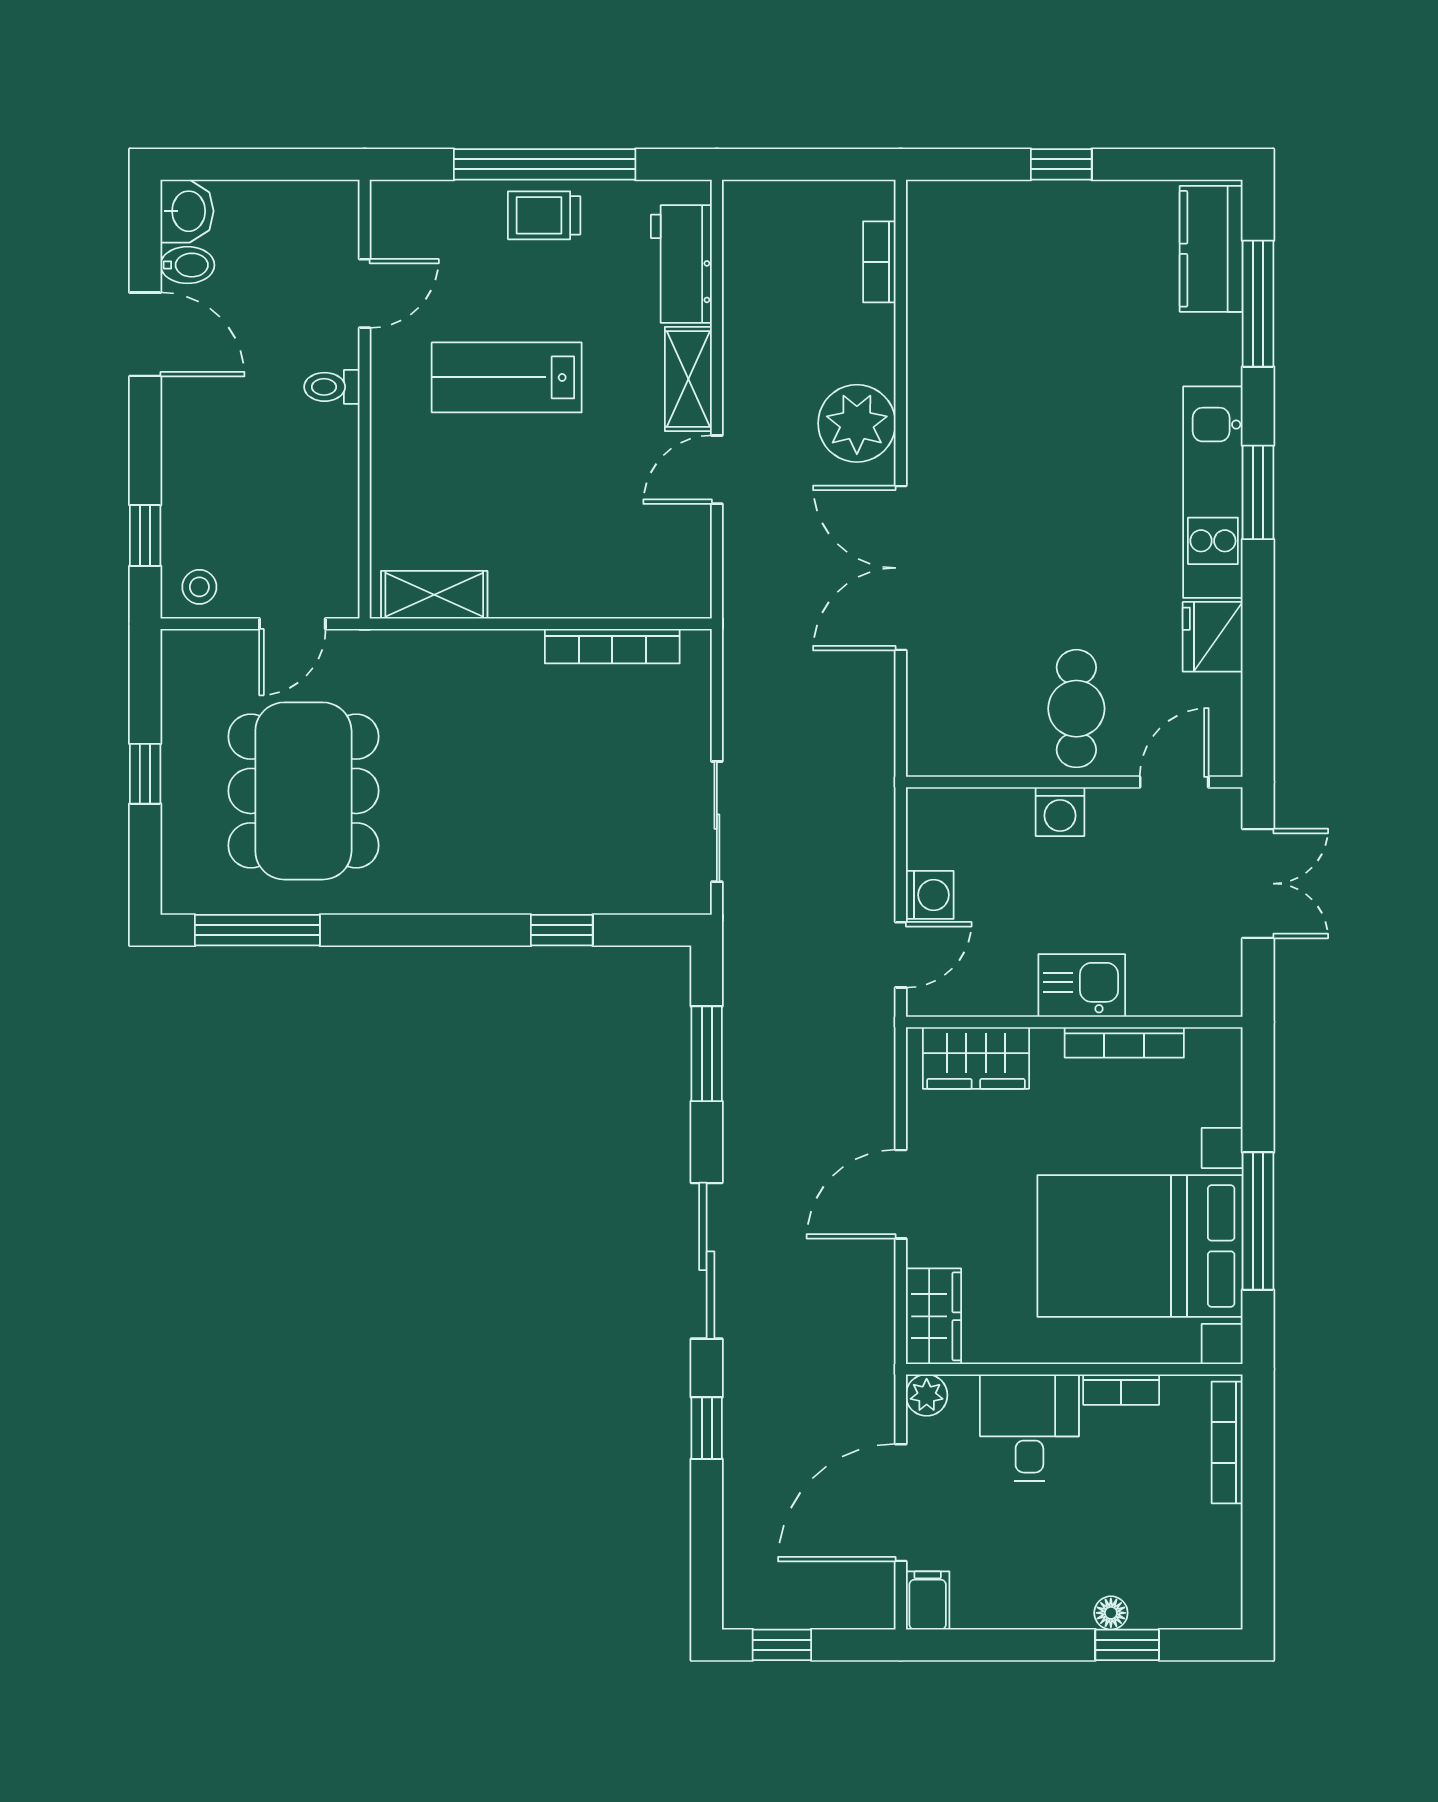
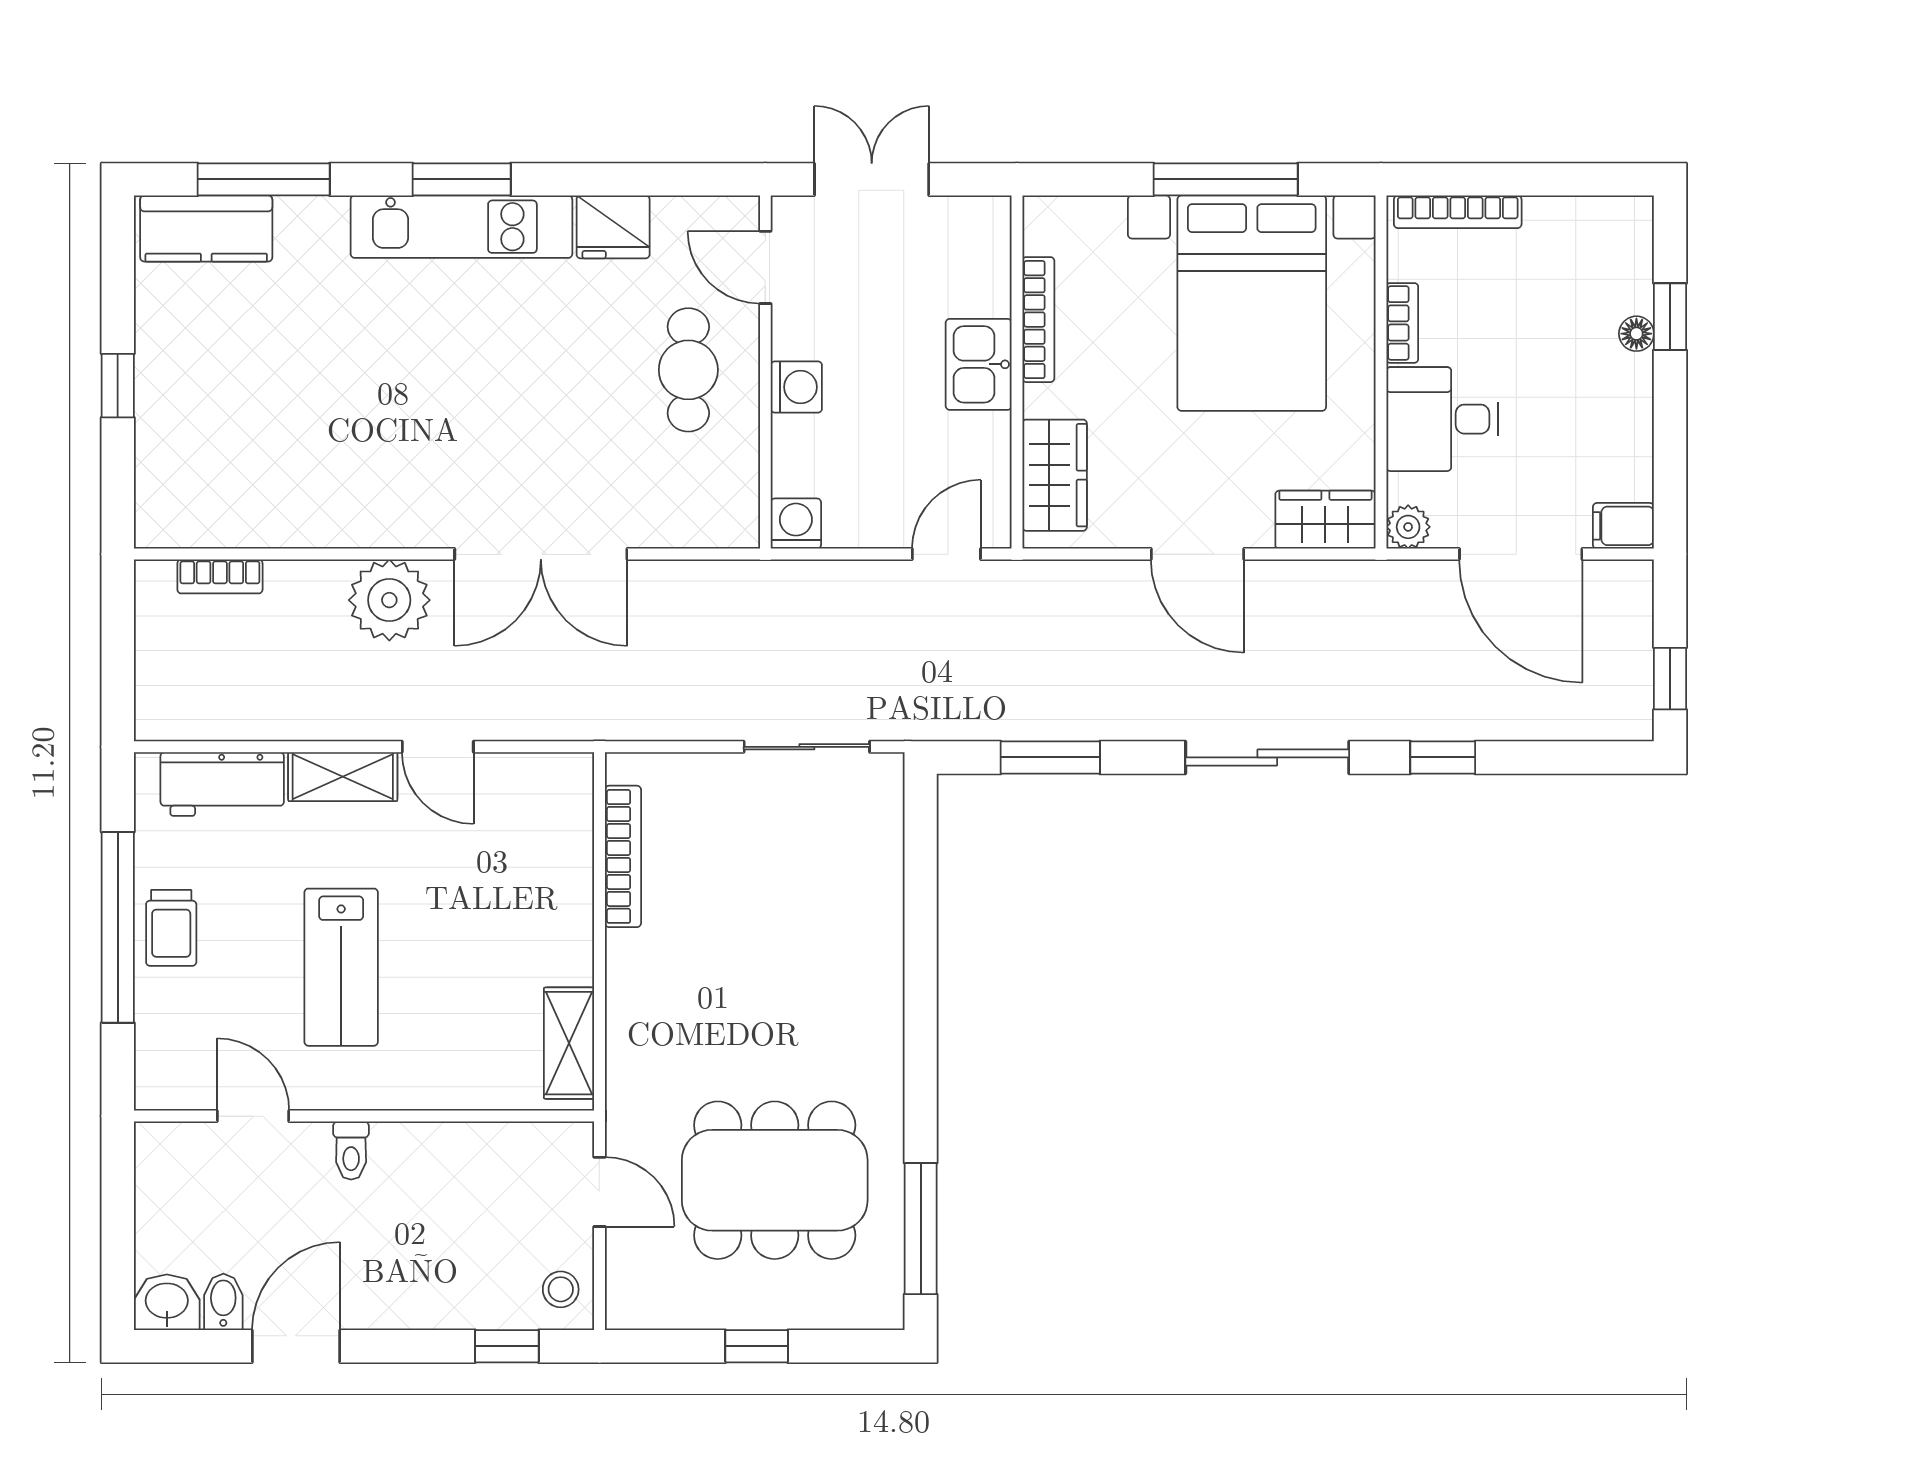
cafe table: (1076, 709) -> (688, 370), turned 90
washing machine: (930, 895) -> (796, 524), moved
window: (562, 930) -> (921, 909), removed
door: (901, 955) -> (946, 554), hinge flipped

